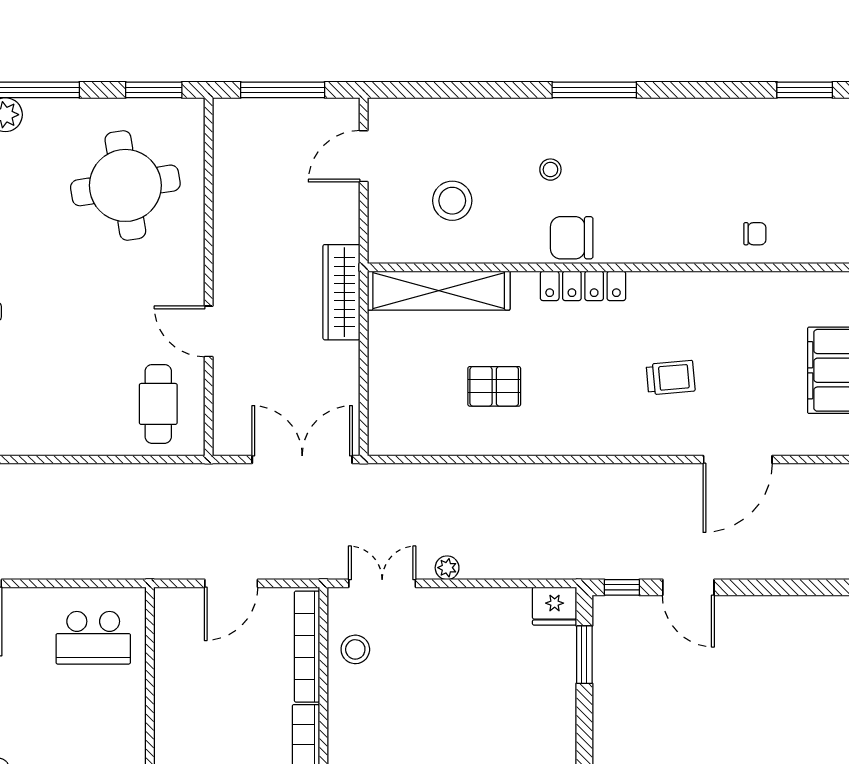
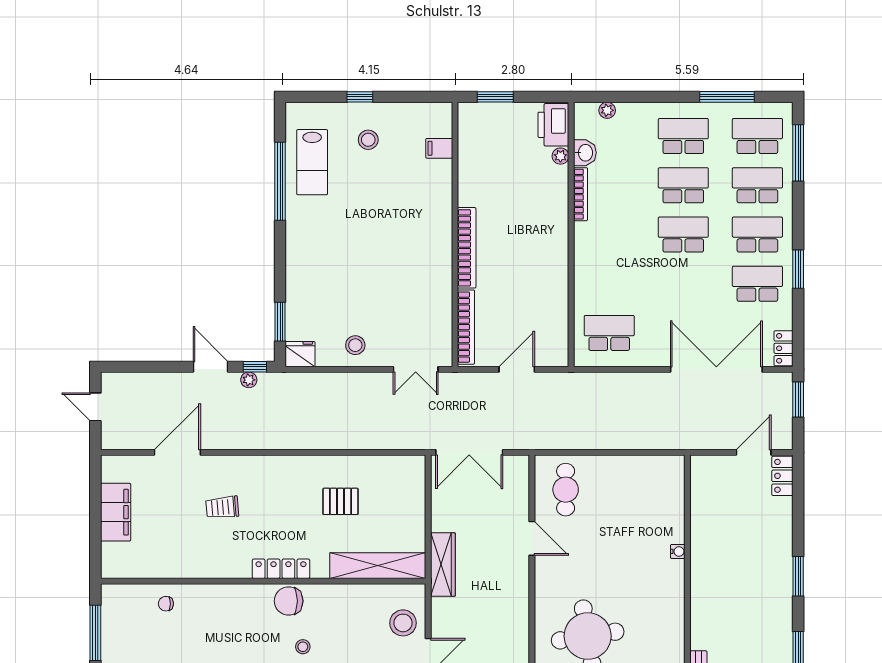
stool: (452, 201) -> (403, 623), moved
chair: (572, 238) -> (289, 601), turned 180
plant: (447, 568) -> (249, 380), moved
stool: (355, 649) -> (355, 345), moved

